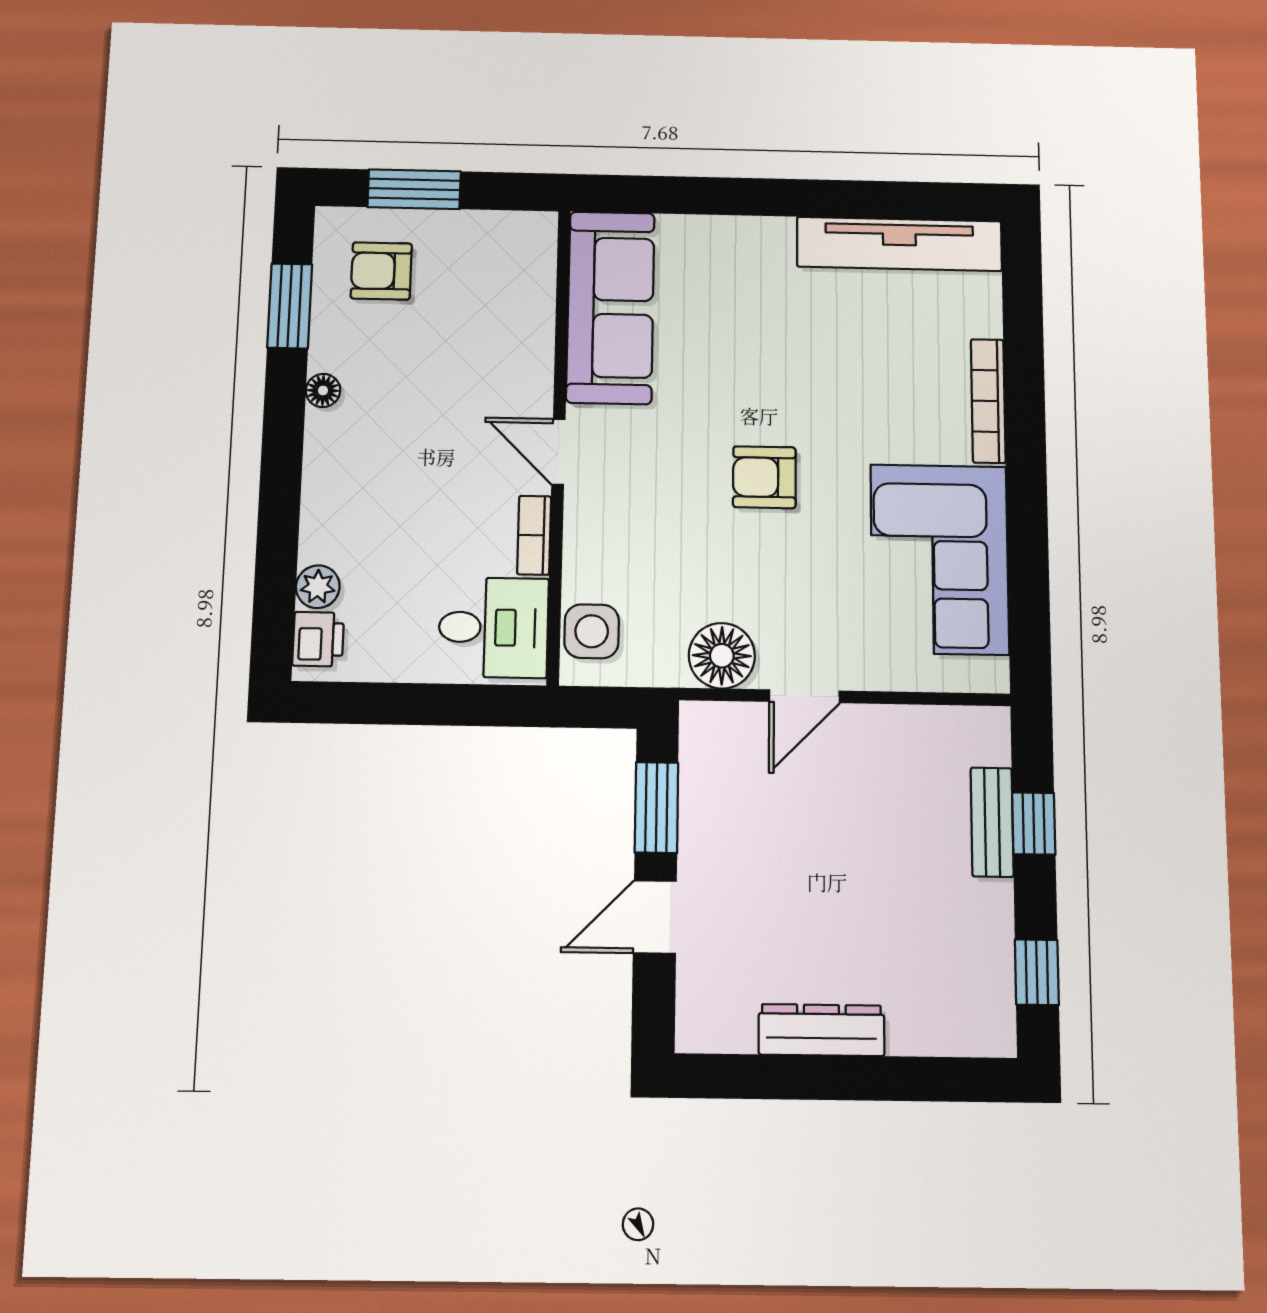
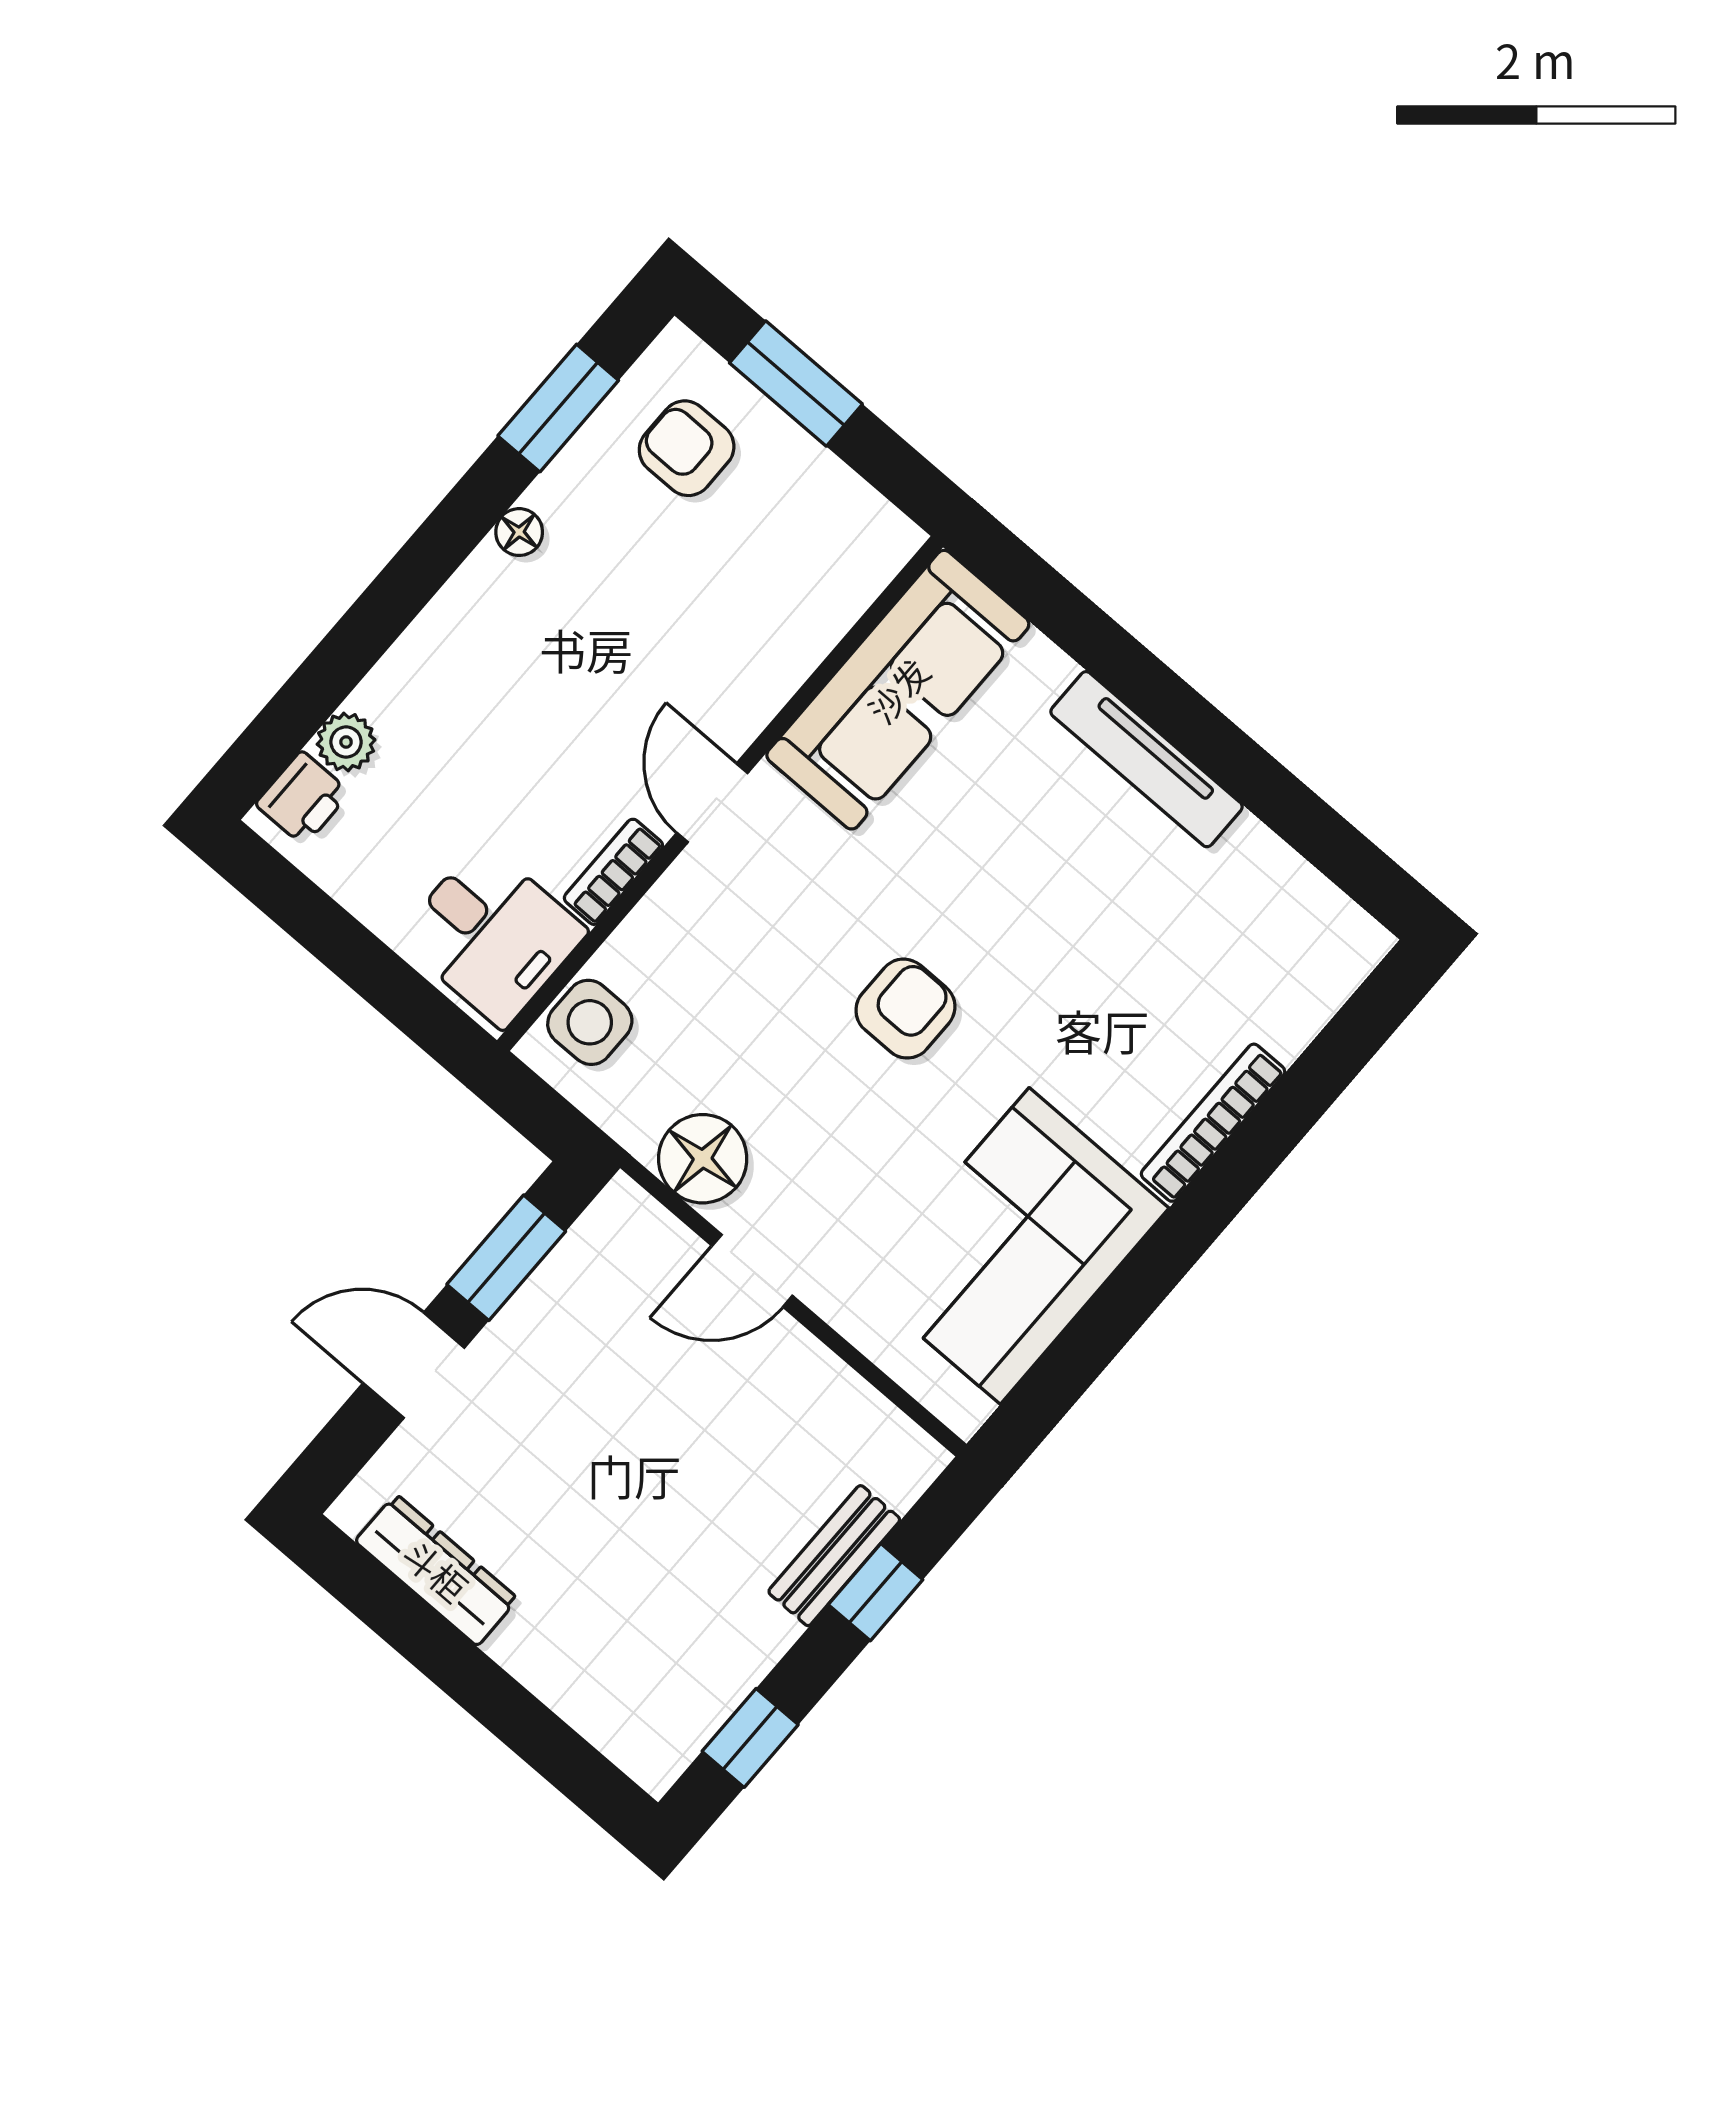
tv unit: (899, 244) -> (1146, 759), moved, width x0.73, depth x0.78
armchair: (764, 477) -> (905, 1009), turned 90
dresser: (821, 1030) -> (436, 1570), moved

